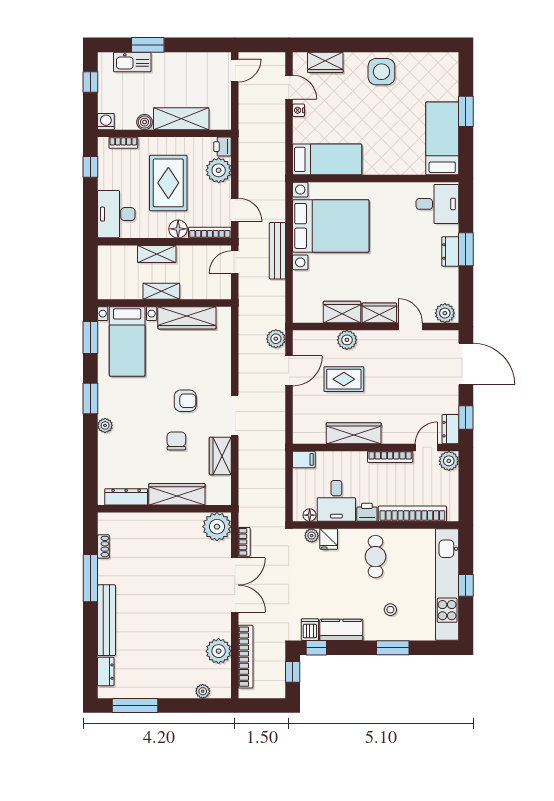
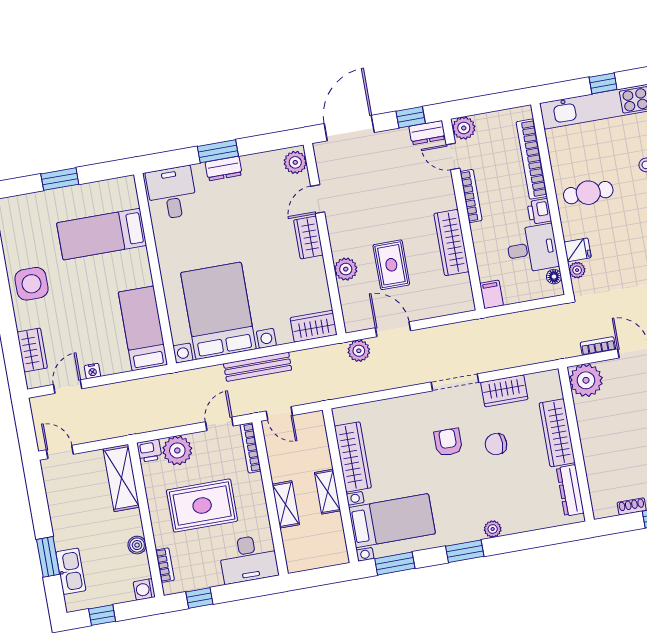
shelving: (181, 119) -> (121, 478), moved
bed: (442, 138) -> (102, 234), moved
floor lamp: (178, 229) -> (253, 485), removed
wardrobe: (342, 312) -> (314, 326), moved, turned 90

